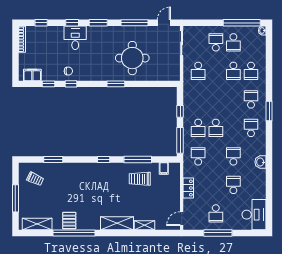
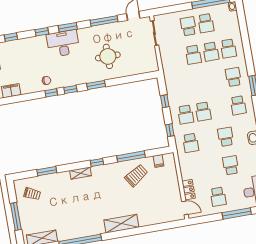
desk: (75, 38) -> (63, 43), moved, width x1.37
round table: (132, 58) -> (108, 56), width x0.73, depth x0.73
school desk: (198, 71) -> (193, 55), moved
window: (48, 84) -> (70, 89), moved
school desk: (251, 128) -> (238, 105), turned 180
window: (180, 140) -> (170, 130), width x0.46
school desk: (198, 156) -> (191, 143), turned 180
trolley: (140, 179) -> (136, 175), turned 147
locker: (188, 188) -> (189, 190), moved
door: (182, 219) -> (185, 208), swing flipped
pallet: (69, 221) -> (73, 229), removed
shelving: (144, 225) -> (81, 173), moved
window: (218, 233) -> (237, 213), moved

